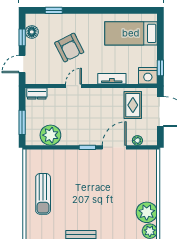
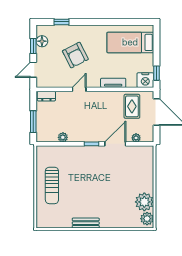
plant: (50, 135) -> (63, 137), width x0.53, depth x0.53

